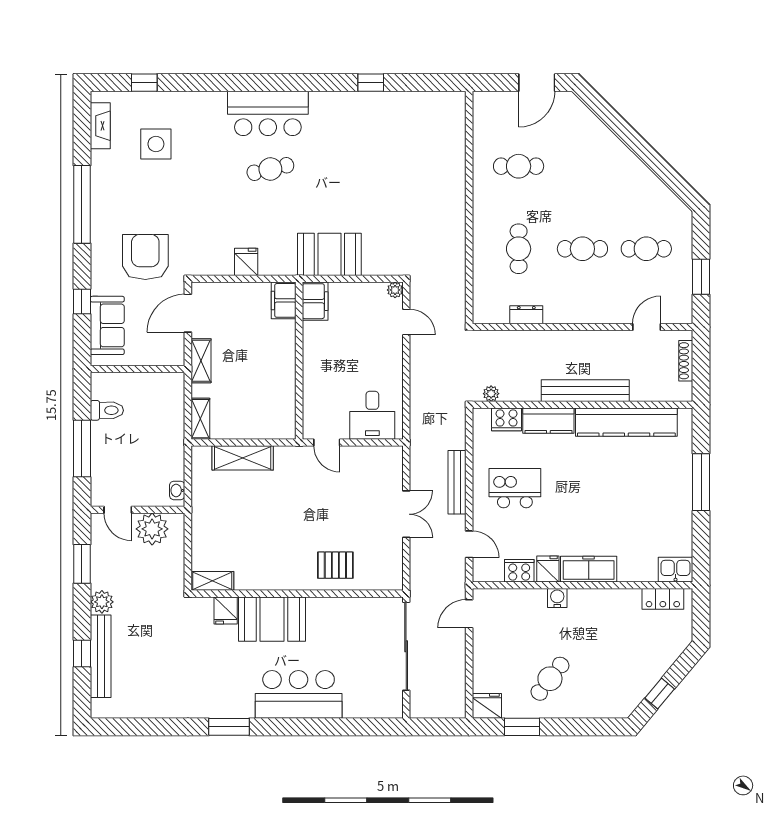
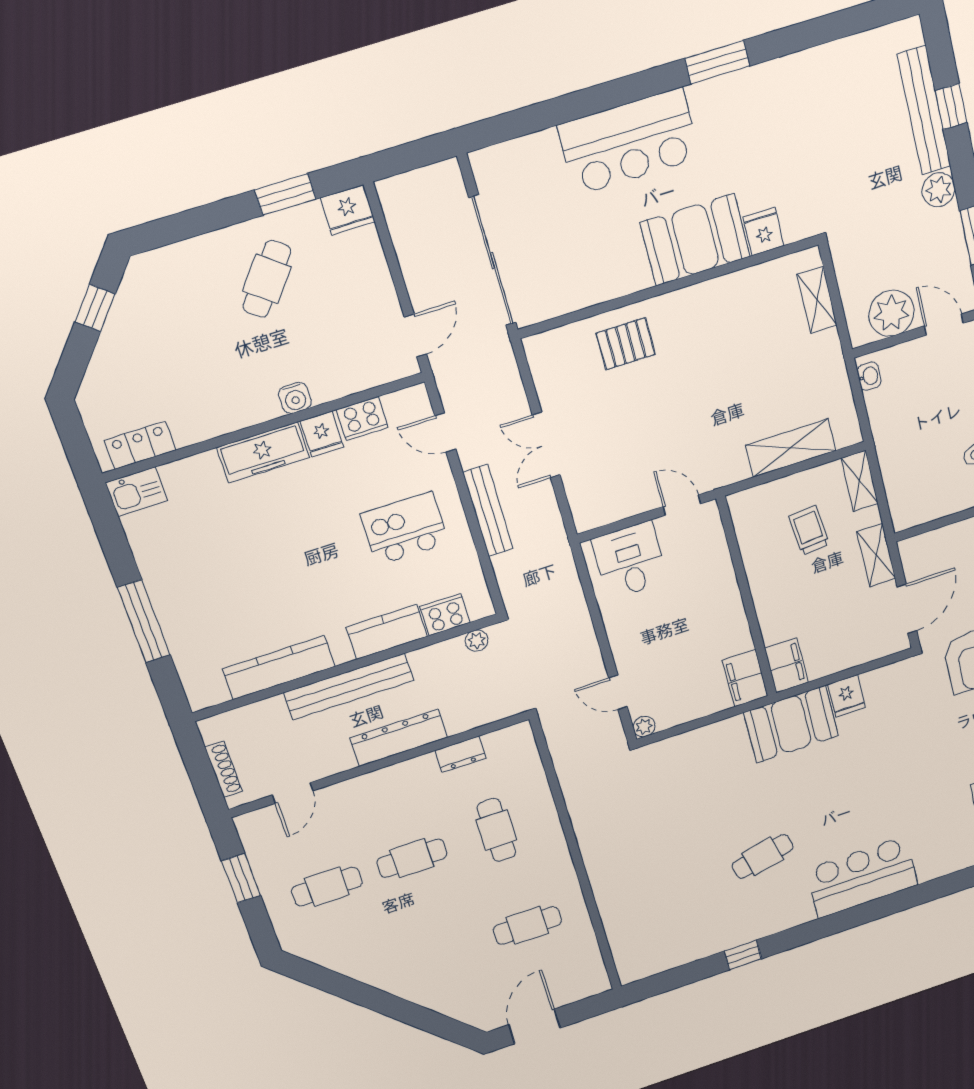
cafe table: (270, 169) -> (763, 856), moved
booth: (329, 254) -> (791, 724), moved
dresser: (564, 342) -> (399, 738), added
trolley: (244, 395) -> (809, 530), added
kitchen counter: (626, 422) -> (279, 668), width x0.72, depth x0.86
kitchen island: (515, 488) -> (405, 529), turned 180
shelving: (212, 581) -> (817, 300), moved, turned 90

